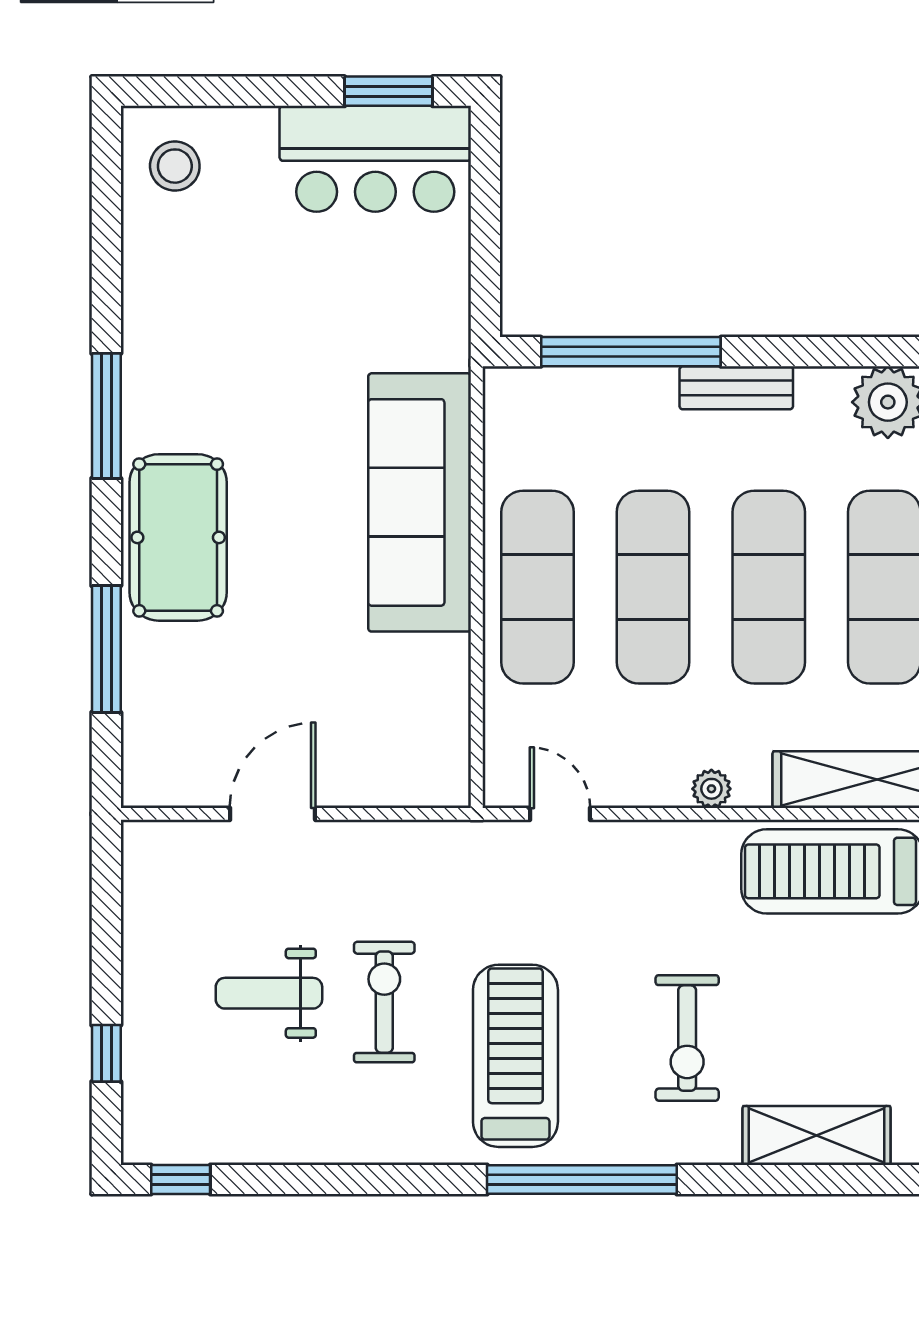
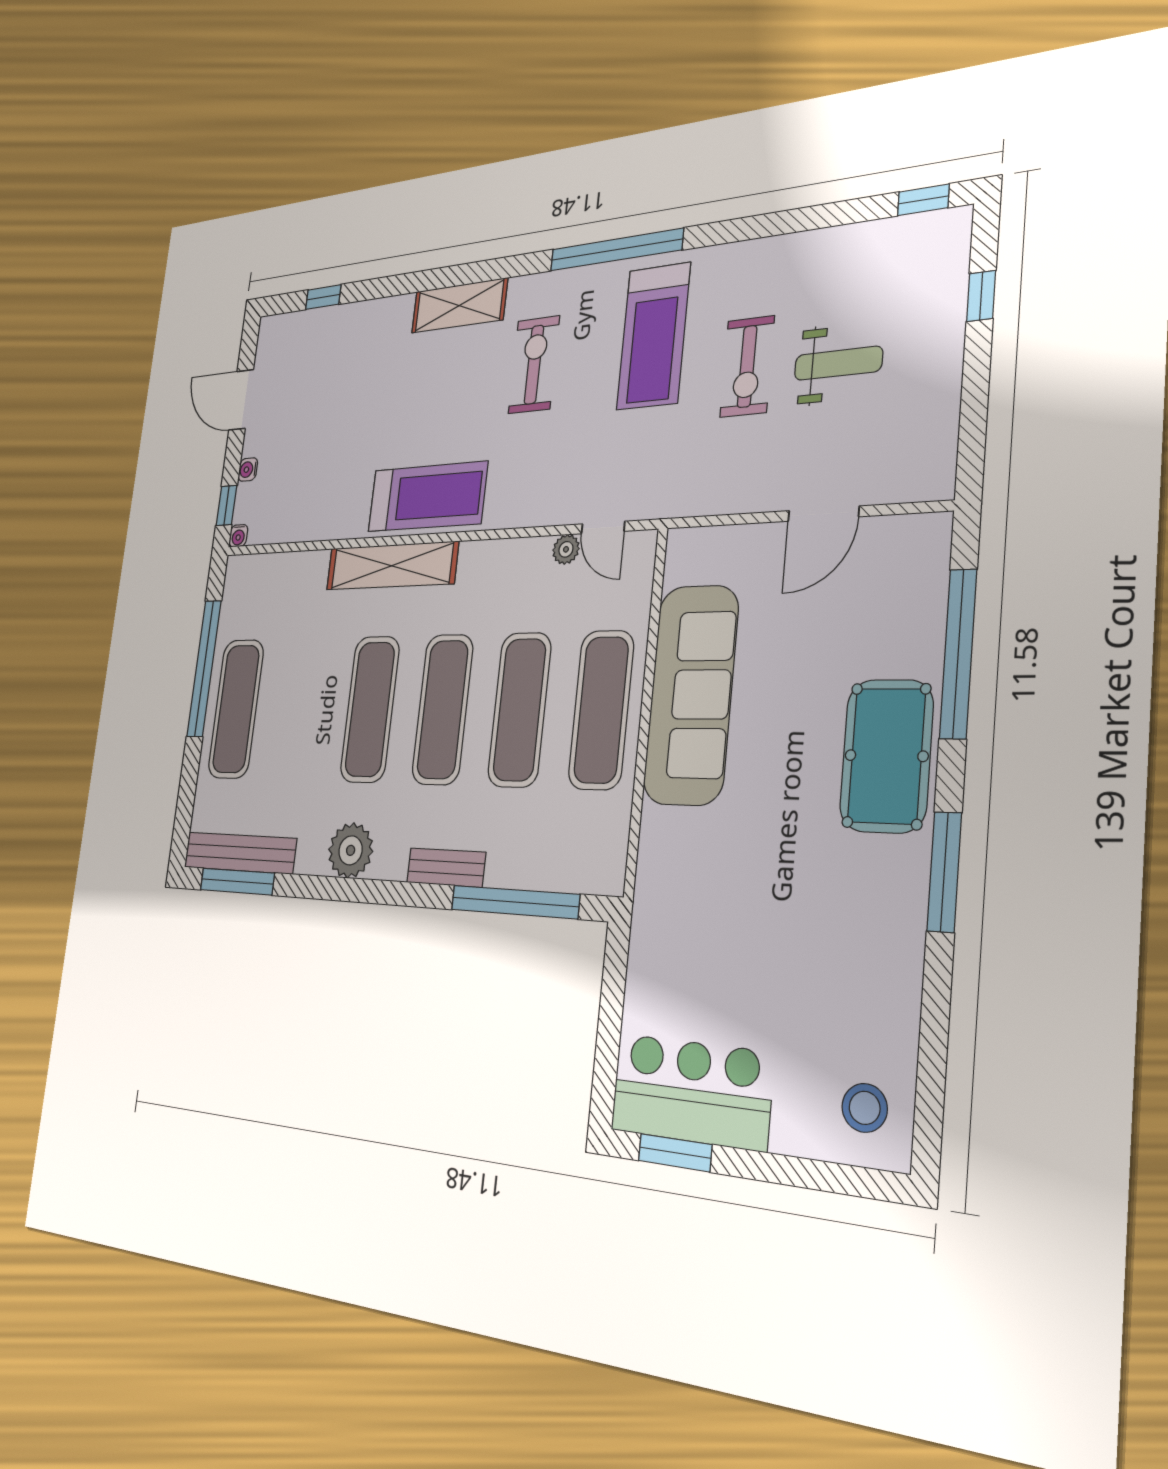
sofa: (420, 502) -> (691, 694), moved
window: (106, 649) -> (958, 654), width x1.46
plant: (711, 789) -> (566, 549), moved

